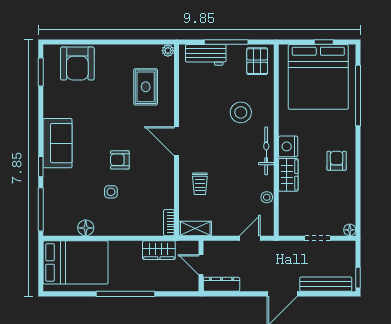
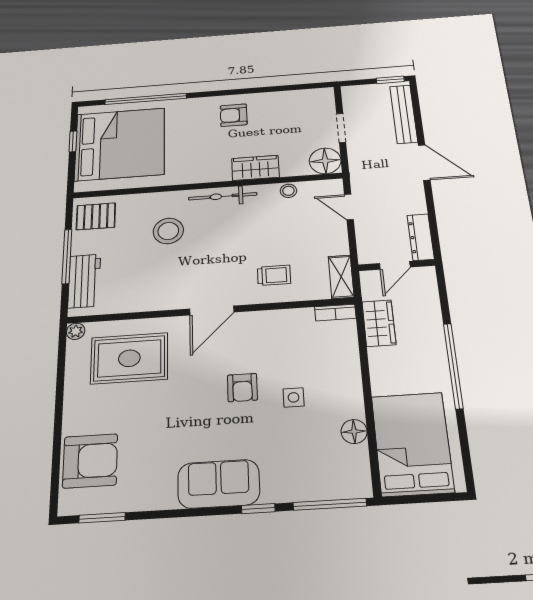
rug: (146, 87) -> (129, 358), width x1.36, depth x1.43
nightstand: (288, 146) -> (216, 171), removed
floor lamp: (350, 230) -> (325, 161), moved, width x1.89, depth x1.89

